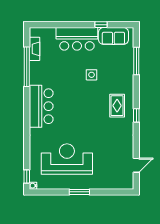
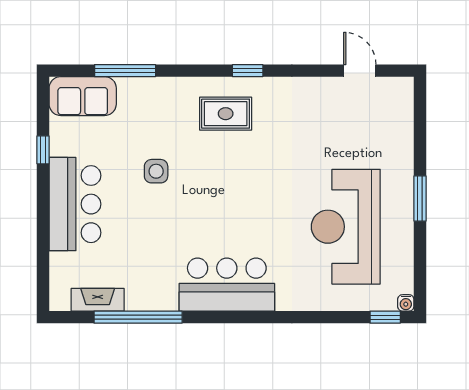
sofa: (113, 36) -> (83, 96), moved, turned 90

